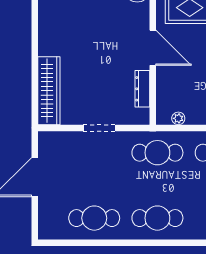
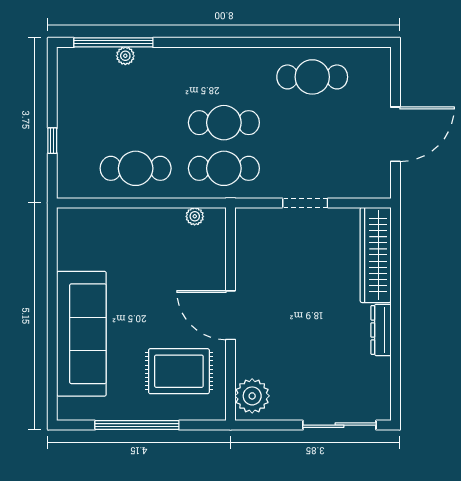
dresser: (142, 89) -> (381, 330), moved, turned 180
cafe table: (157, 218) -> (224, 123), moved

